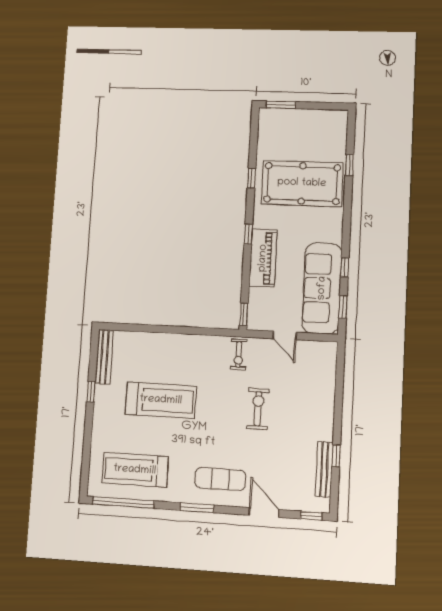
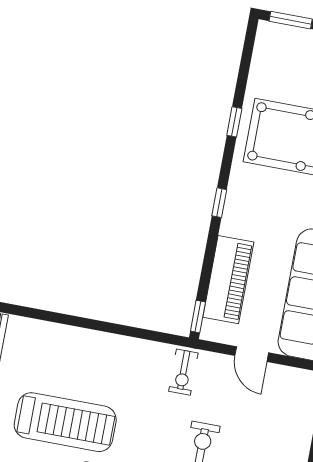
piano: (263, 258) -> (228, 280), moved

